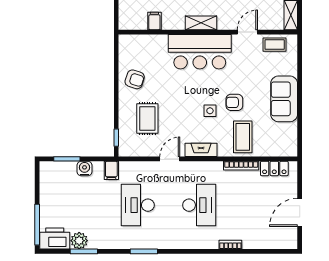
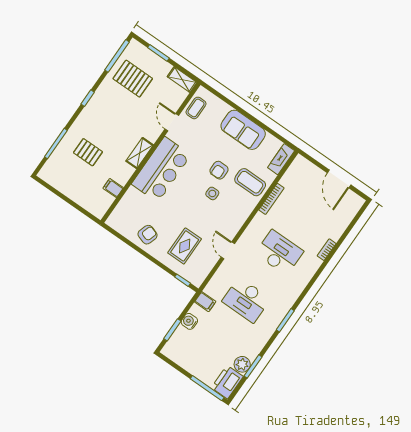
rug: (147, 119) -> (185, 246), turned 90
fireplace: (201, 150) -> (281, 159), moved
locker: (274, 168) -> (291, 175), removed

